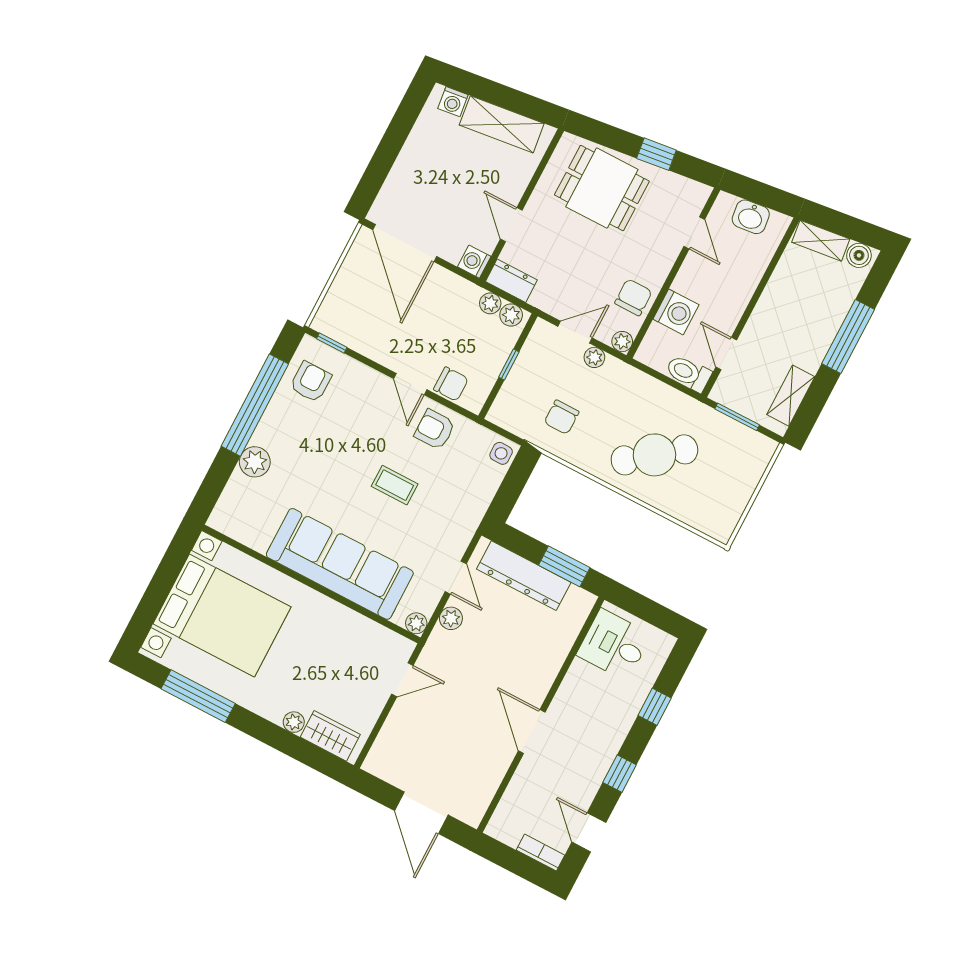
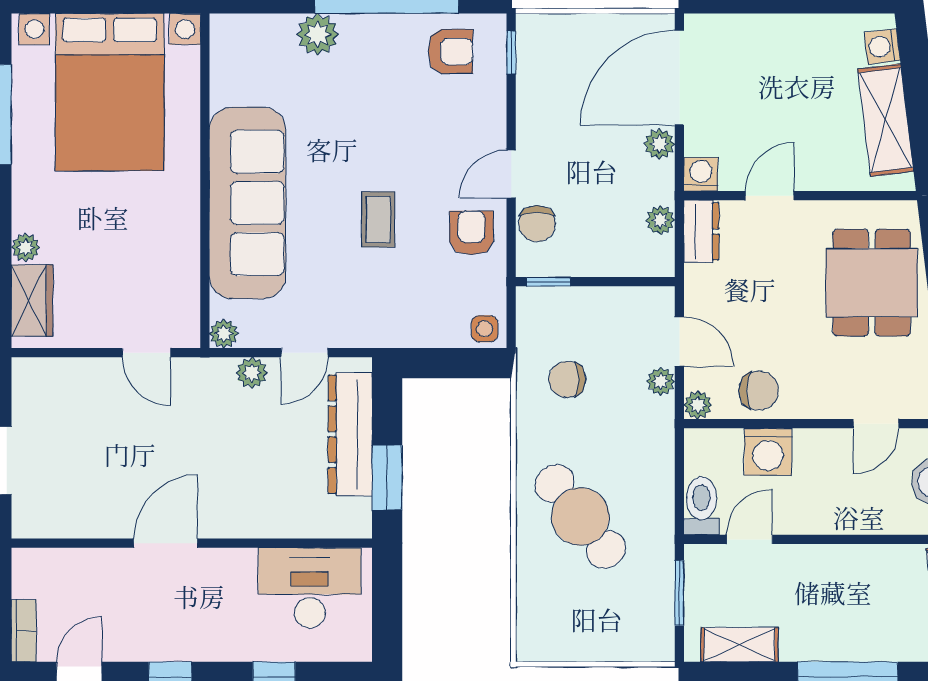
plant: (511, 315) -> (659, 144), moved
window: (509, 364) -> (548, 282), moved
desk: (614, 645) -> (310, 588), width x1.37

